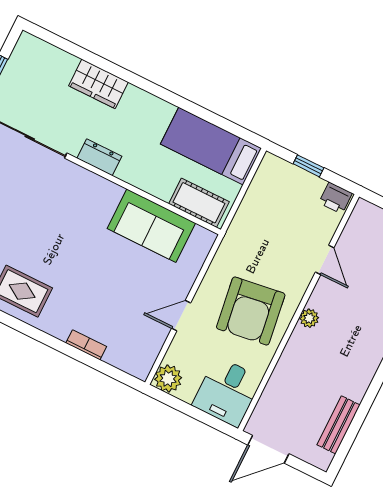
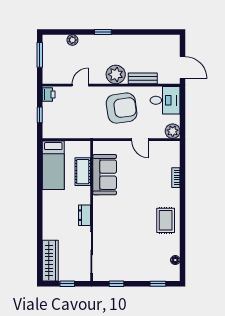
wardrobe: (98, 84) -> (50, 261), moved, width x1.50
cot: (199, 203) -> (83, 172), moved
plant: (309, 318) -> (116, 74), width x1.88, depth x1.88
bench: (339, 425) -> (143, 78), moved

